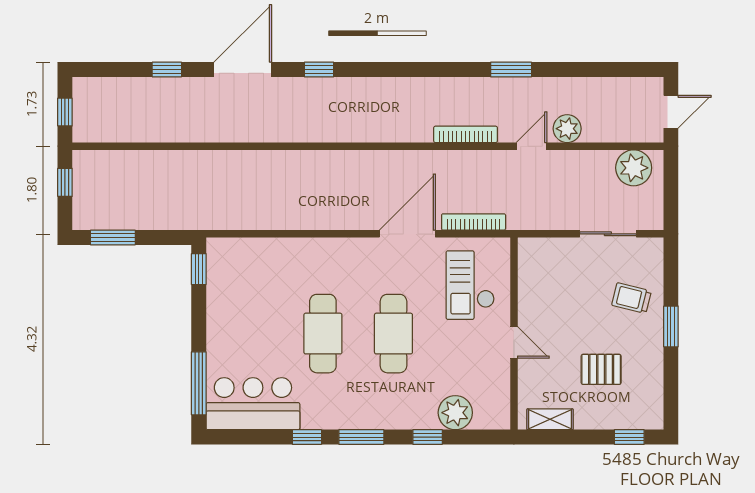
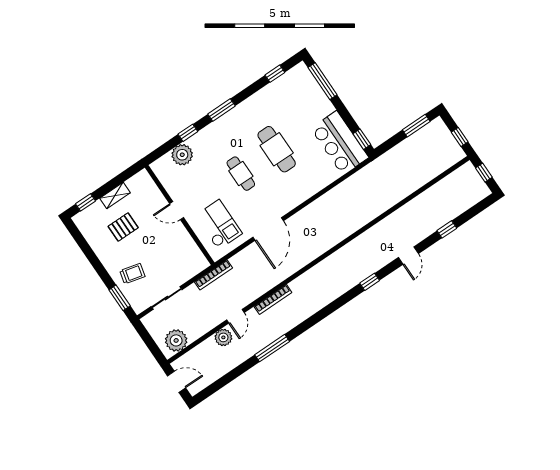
door: (243, 70) -> (408, 256), width x0.53
window: (511, 70) -> (272, 348), width x1.44
door: (671, 112) -> (177, 382), swing flipped
bookcase: (474, 222) -> (214, 275), moved
window: (671, 326) -> (120, 298), moved
cafe table: (393, 334) -> (241, 174), width x0.73, depth x0.74
bar counter: (253, 404) -> (340, 143), moved, turned 90
shelving: (550, 419) -> (115, 196), moved
window: (307, 437) -> (275, 74), moved

